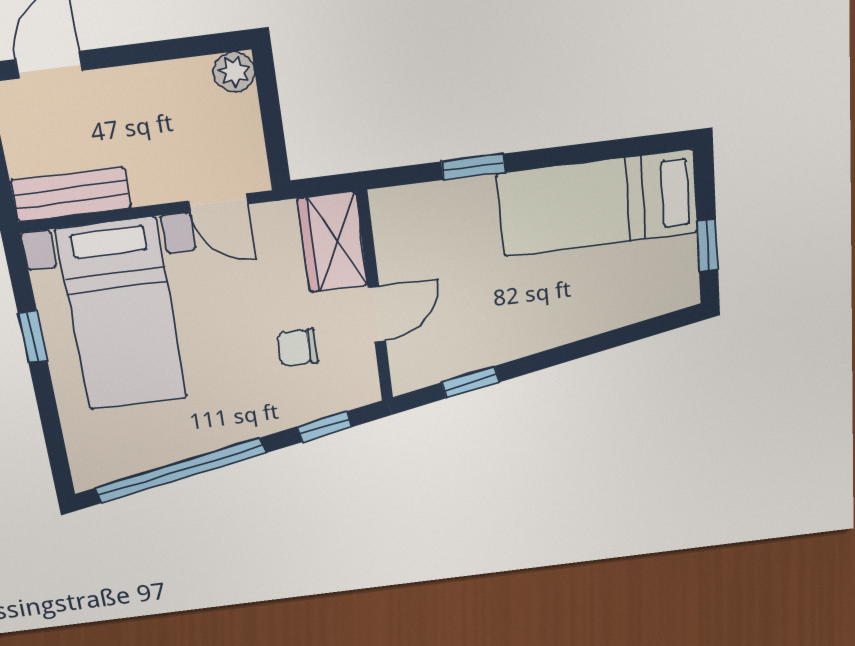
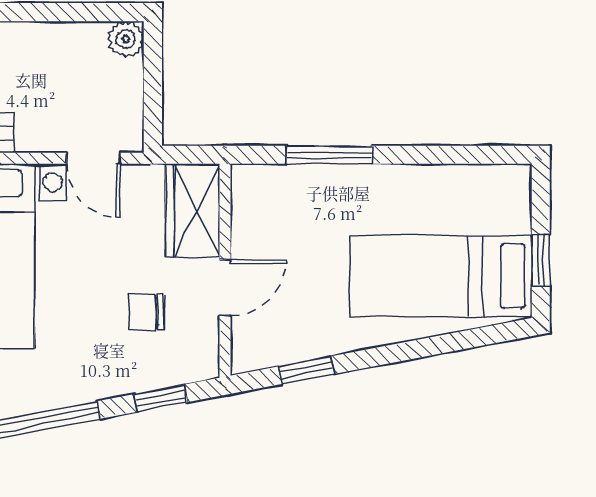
window: (473, 167) -> (329, 155), width x1.50
bed: (598, 203) -> (441, 276), moved

